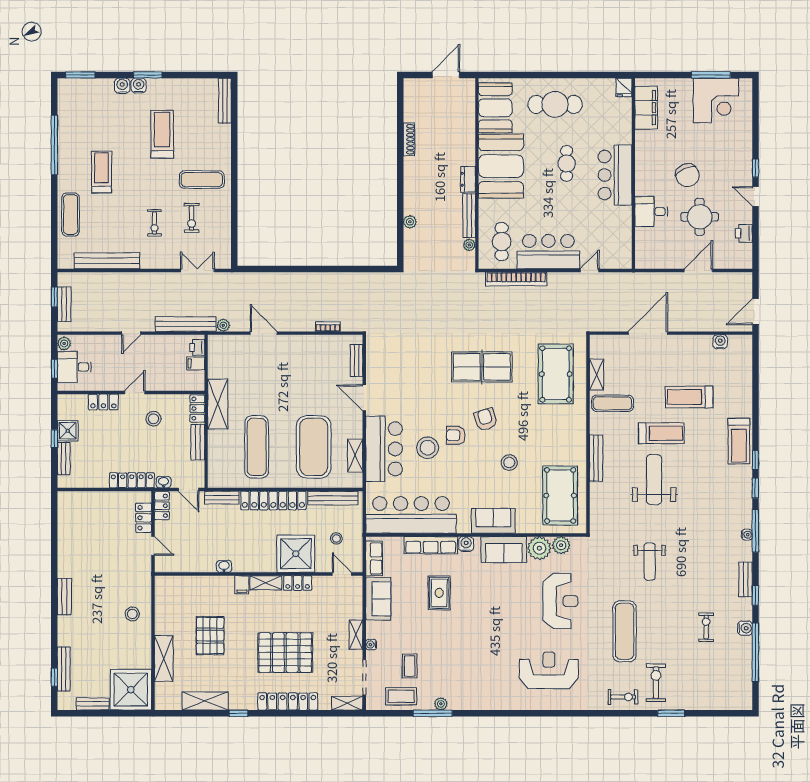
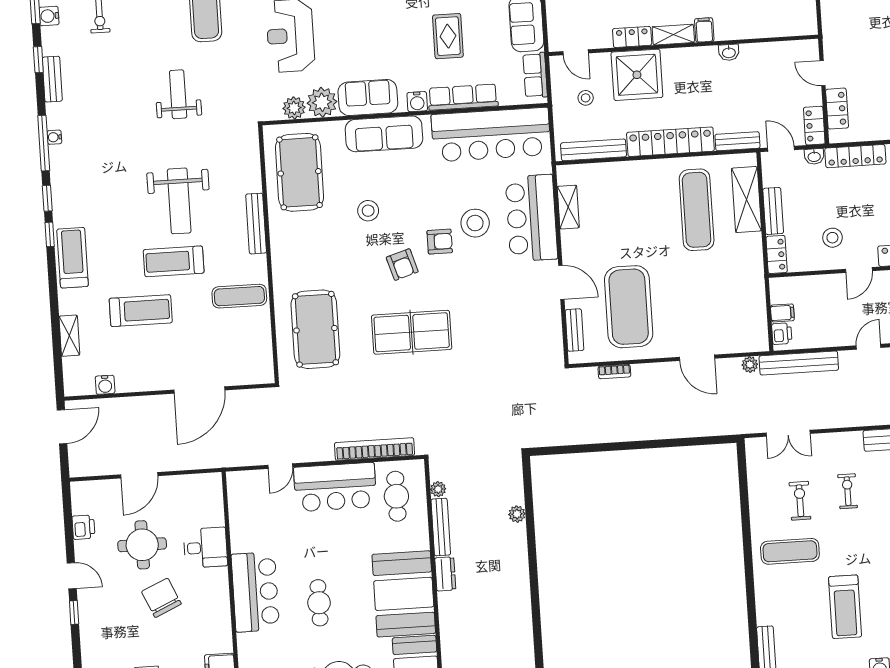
shoe rack: (409, 139) -> (525, 621), removed
shelving: (597, 375) -> (69, 336), moved
shelving: (218, 404) -> (746, 200), moved
exercise mat: (314, 447) -> (629, 307), moved
sofa: (493, 521) -> (384, 134), width x1.36

